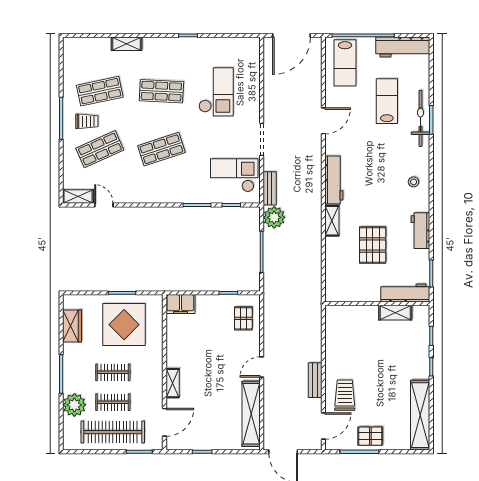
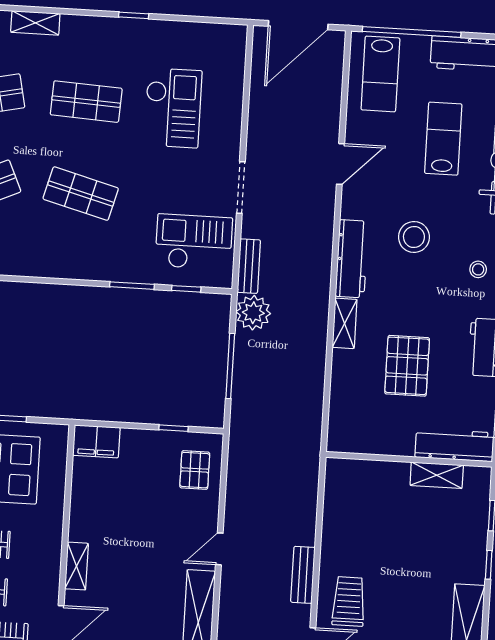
shop shelf: (161, 149) -> (81, 194), turned 33
stool: (372, 164) -> (414, 237), added

